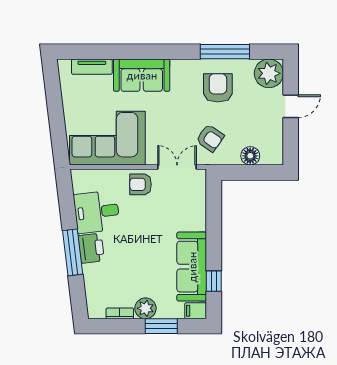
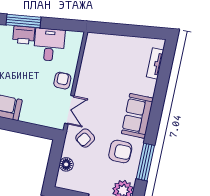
sofa: (142, 75) -> (137, 116), moved
corner sofa: (107, 138) -> (101, 64), removed

